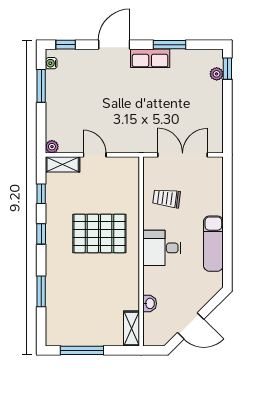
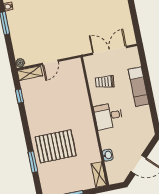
door: (95, 155) -> (50, 62), swing flipped
pallet: (99, 233) -> (56, 146), moved
window: (41, 234) -> (25, 123), removed
exam couch: (213, 244) -> (139, 87), moved

